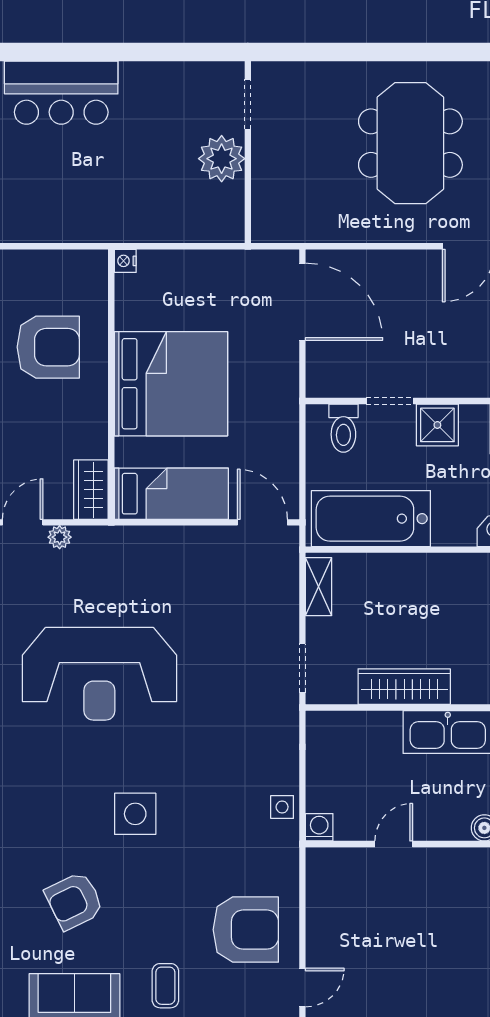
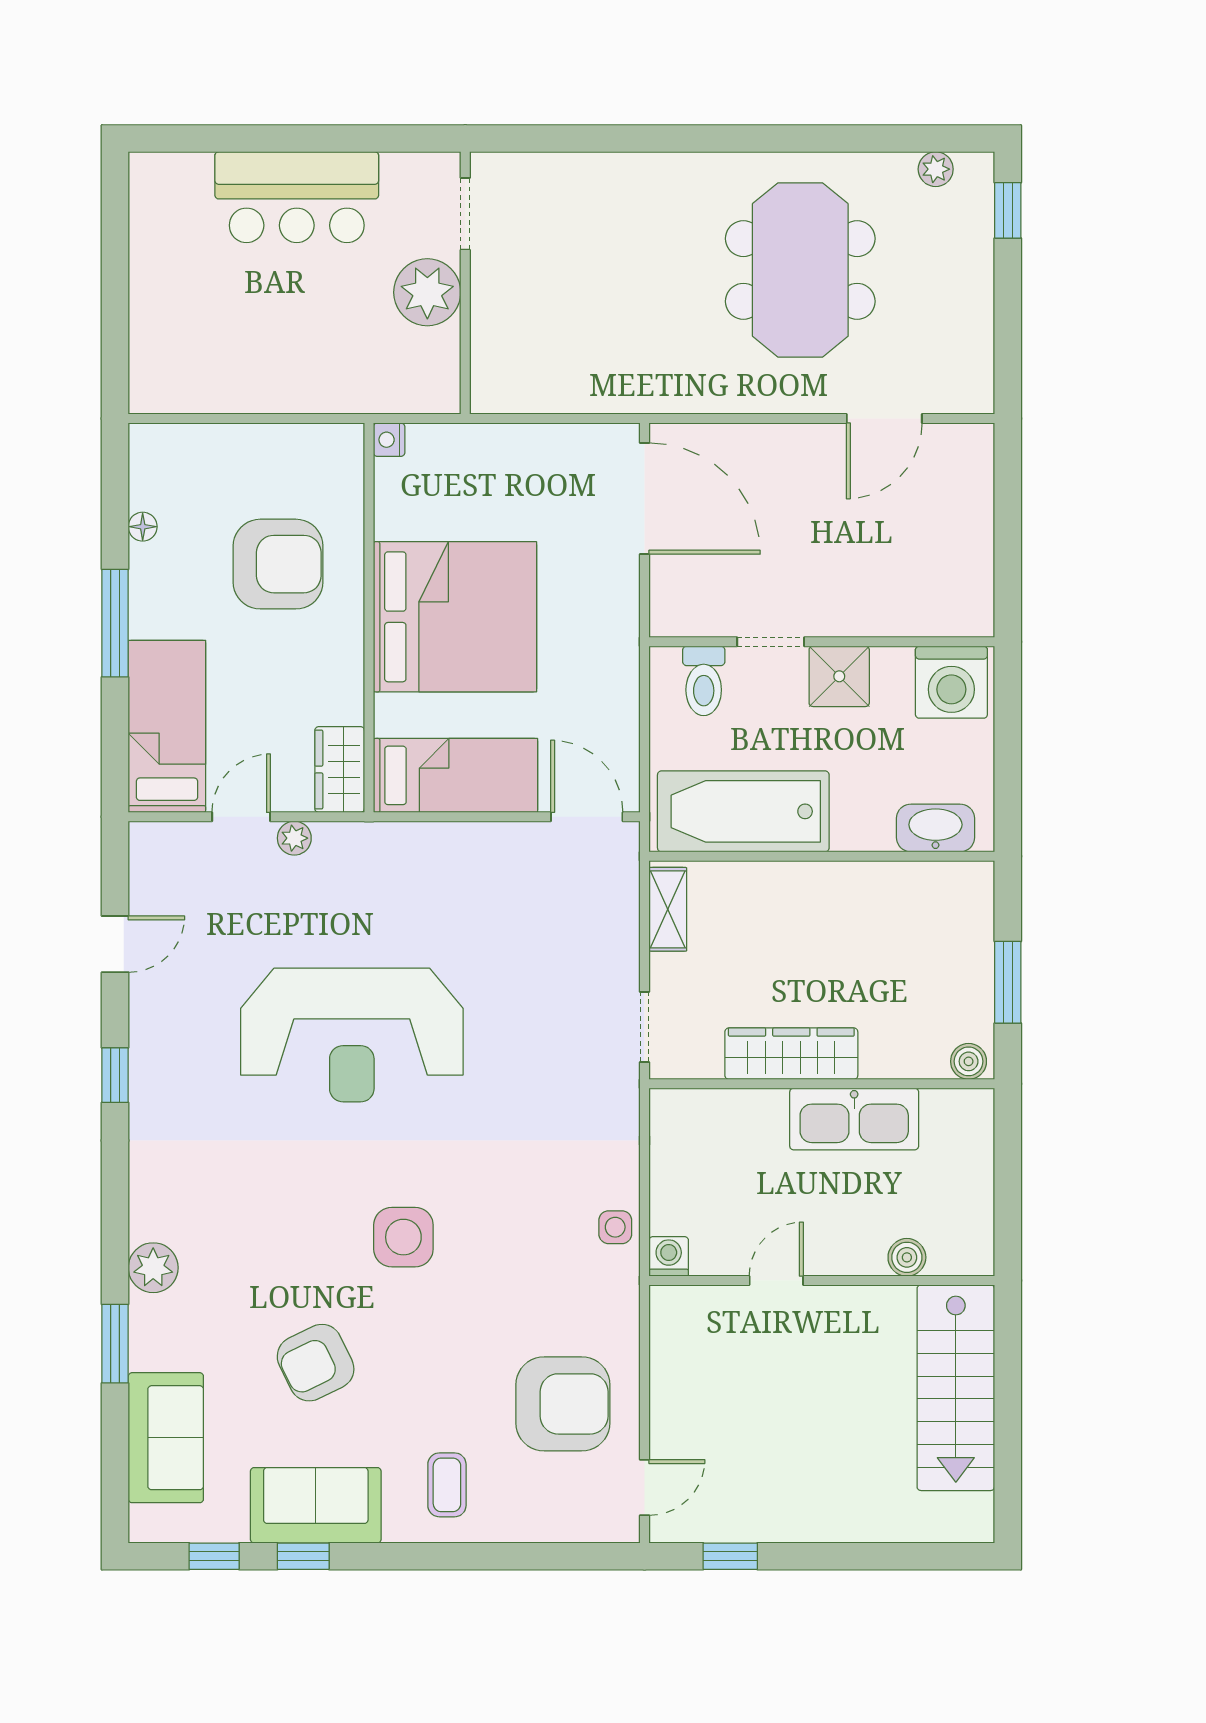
doorway: (248, 104) -> (465, 214), moved
wall: (248, 152) -> (465, 283), moved
plant: (222, 159) -> (427, 292), moved

